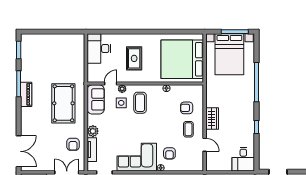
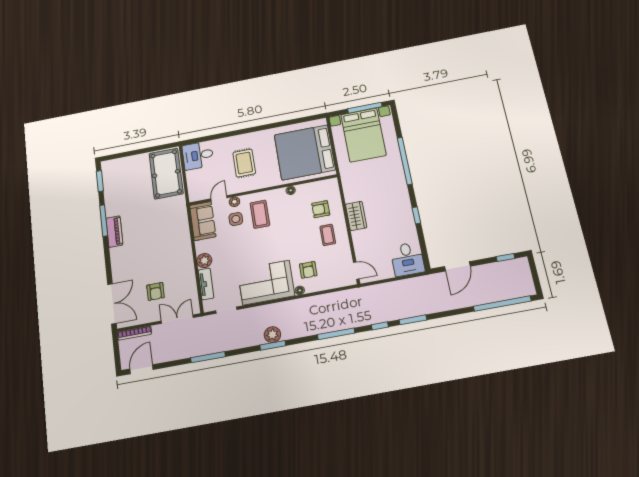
desk: (99, 49) -> (198, 155), width x0.73
pool table: (63, 103) -> (166, 174), moved
armchair: (73, 144) -> (156, 291), moved
door: (205, 145) -> (356, 271), moved

